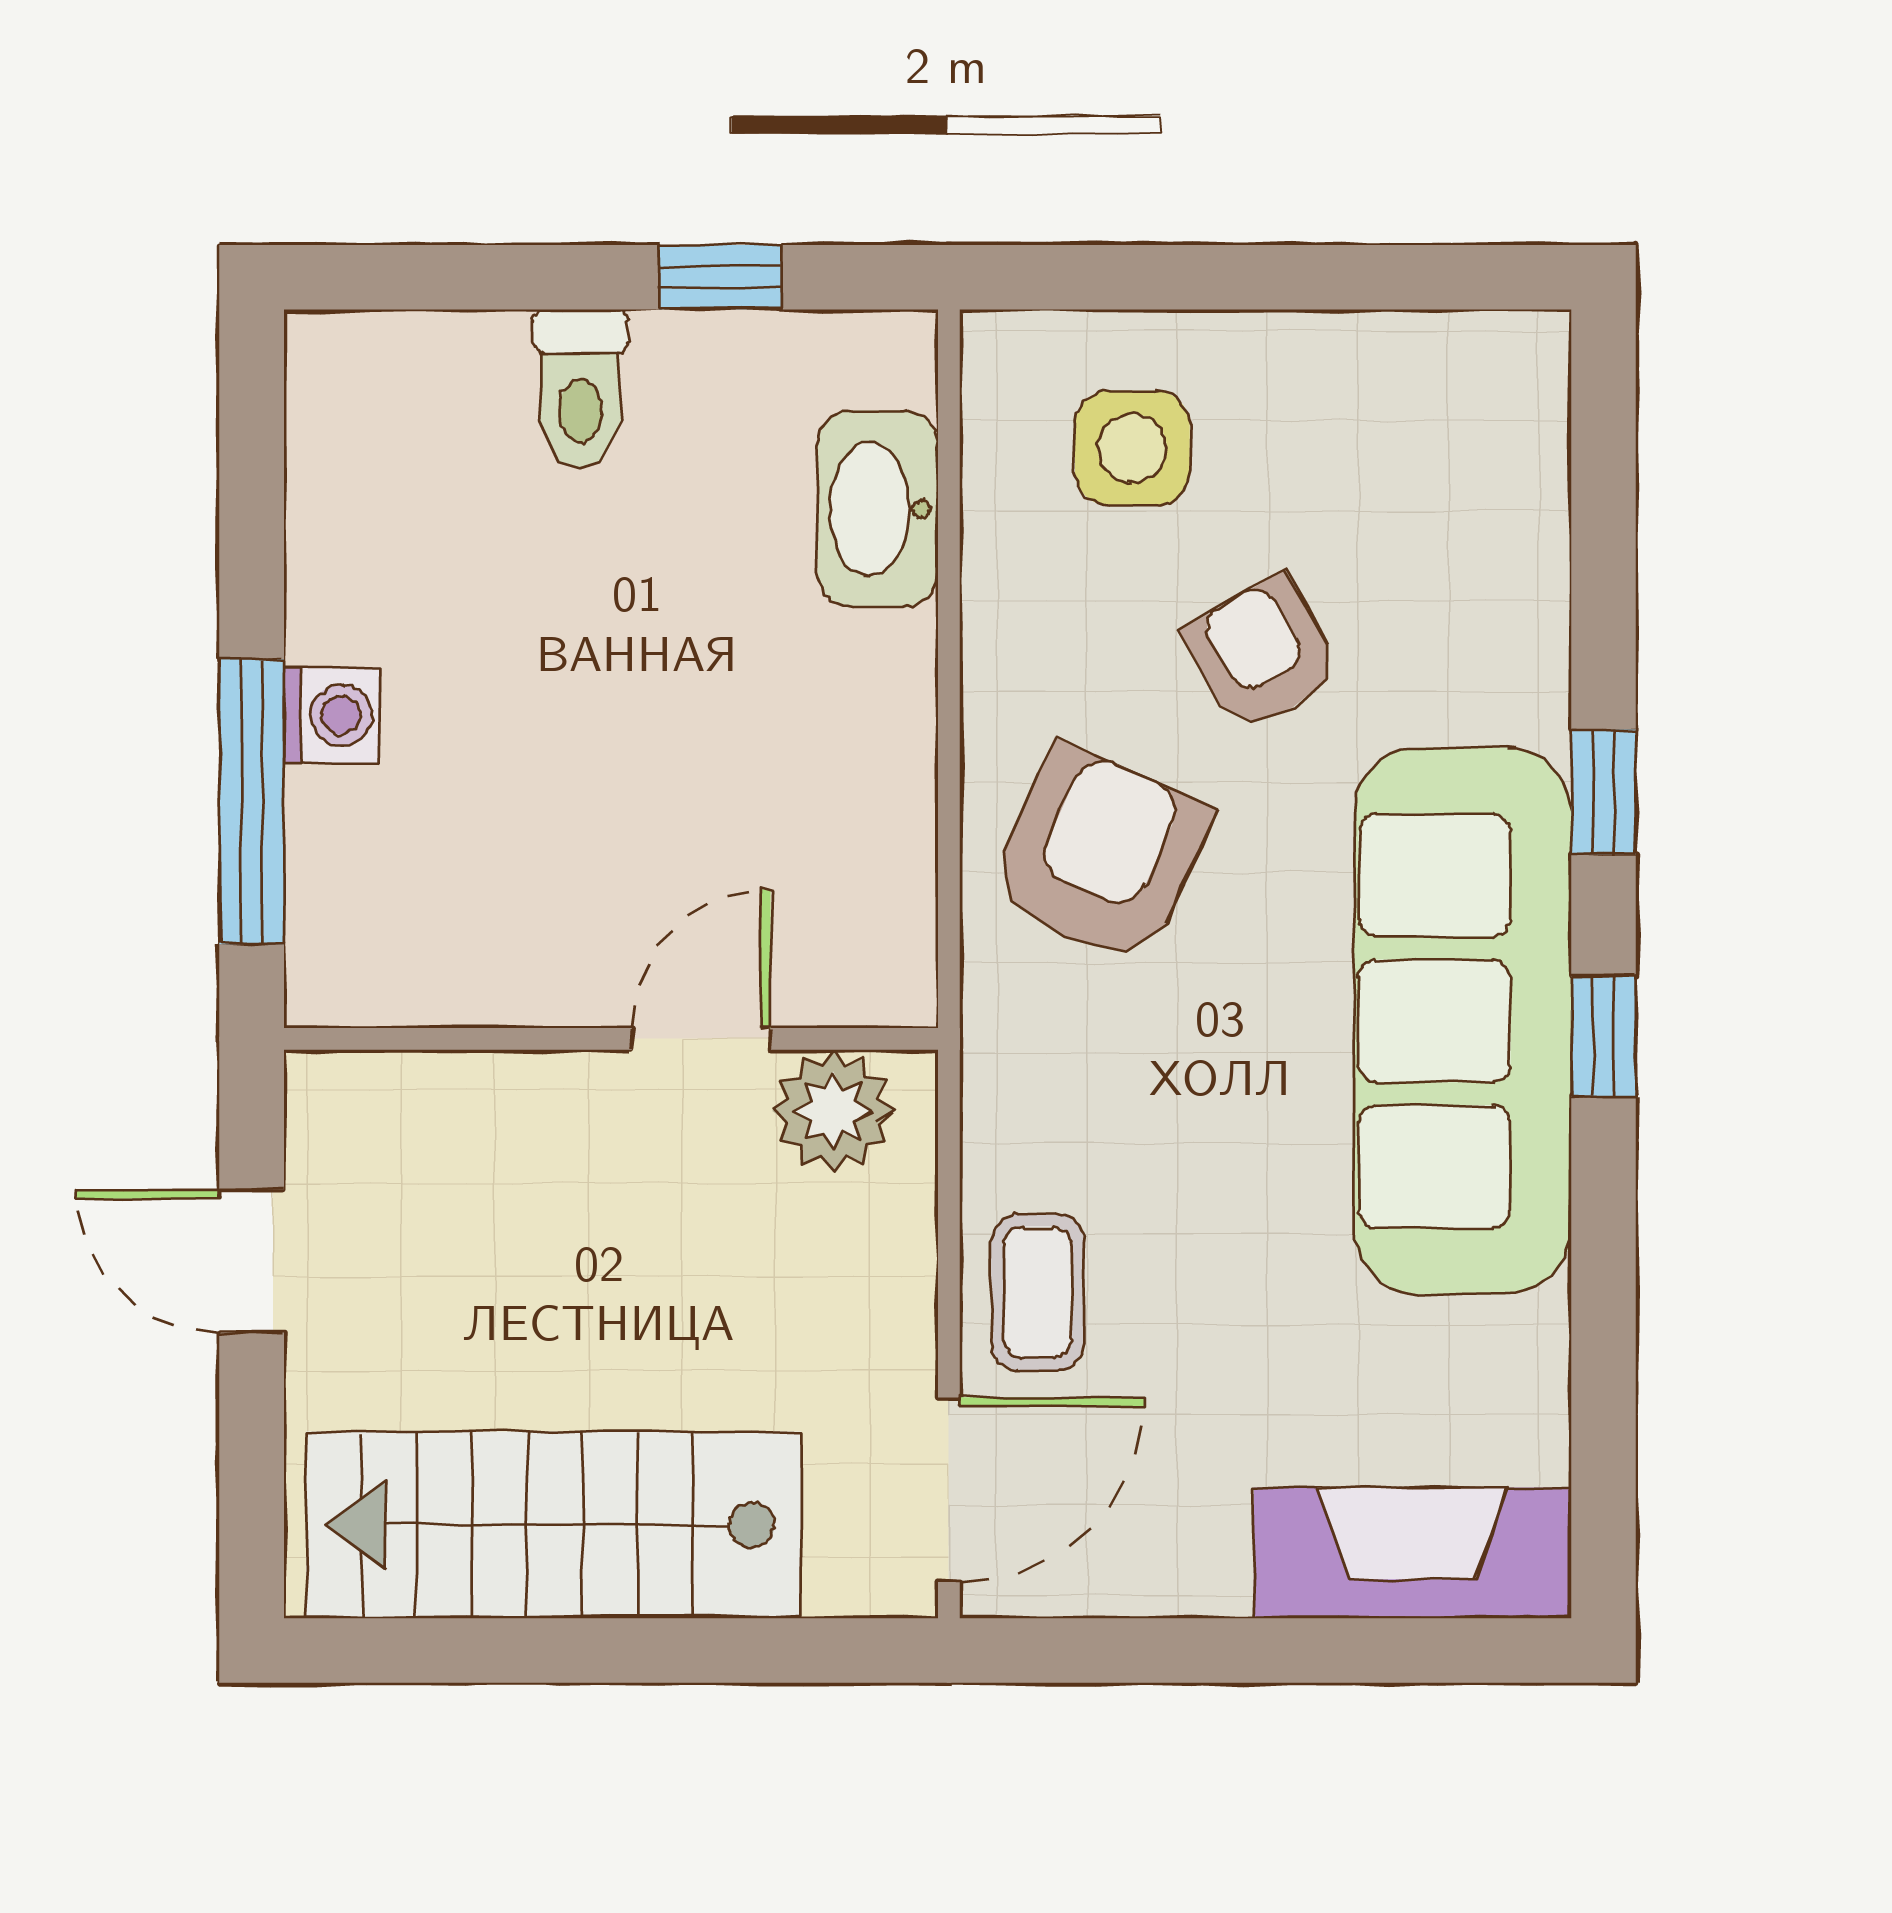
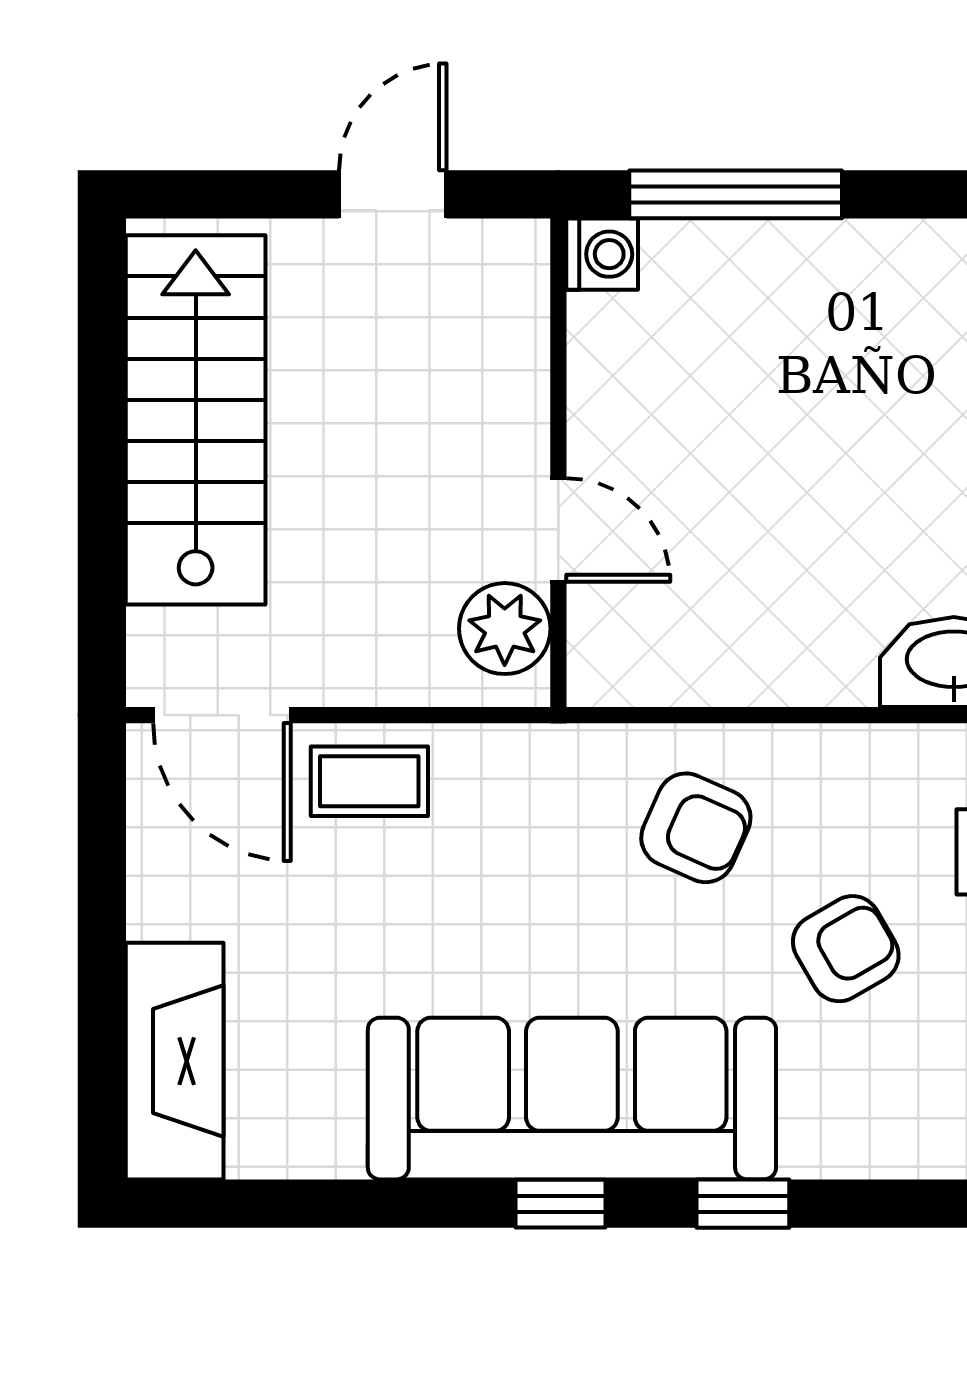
washing machine: (332, 715) -> (602, 254), moved, turned -90
armchair: (1100, 855) -> (696, 828), width x0.72, depth x0.72

